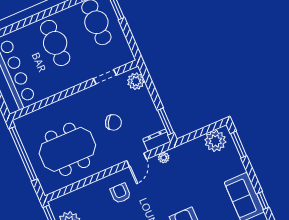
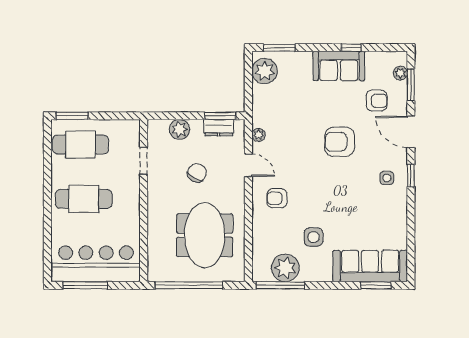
plant: (136, 81) -> (180, 129), moved
dresser: (157, 140) -> (219, 128), moved, turned -90

